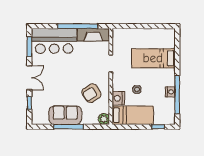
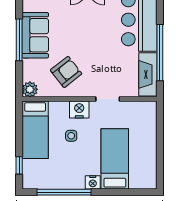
nightstand: (170, 92) -> (93, 182), moved
armchair: (91, 93) -> (66, 72), turned 85
nightstand: (118, 98) -> (79, 109), moved

